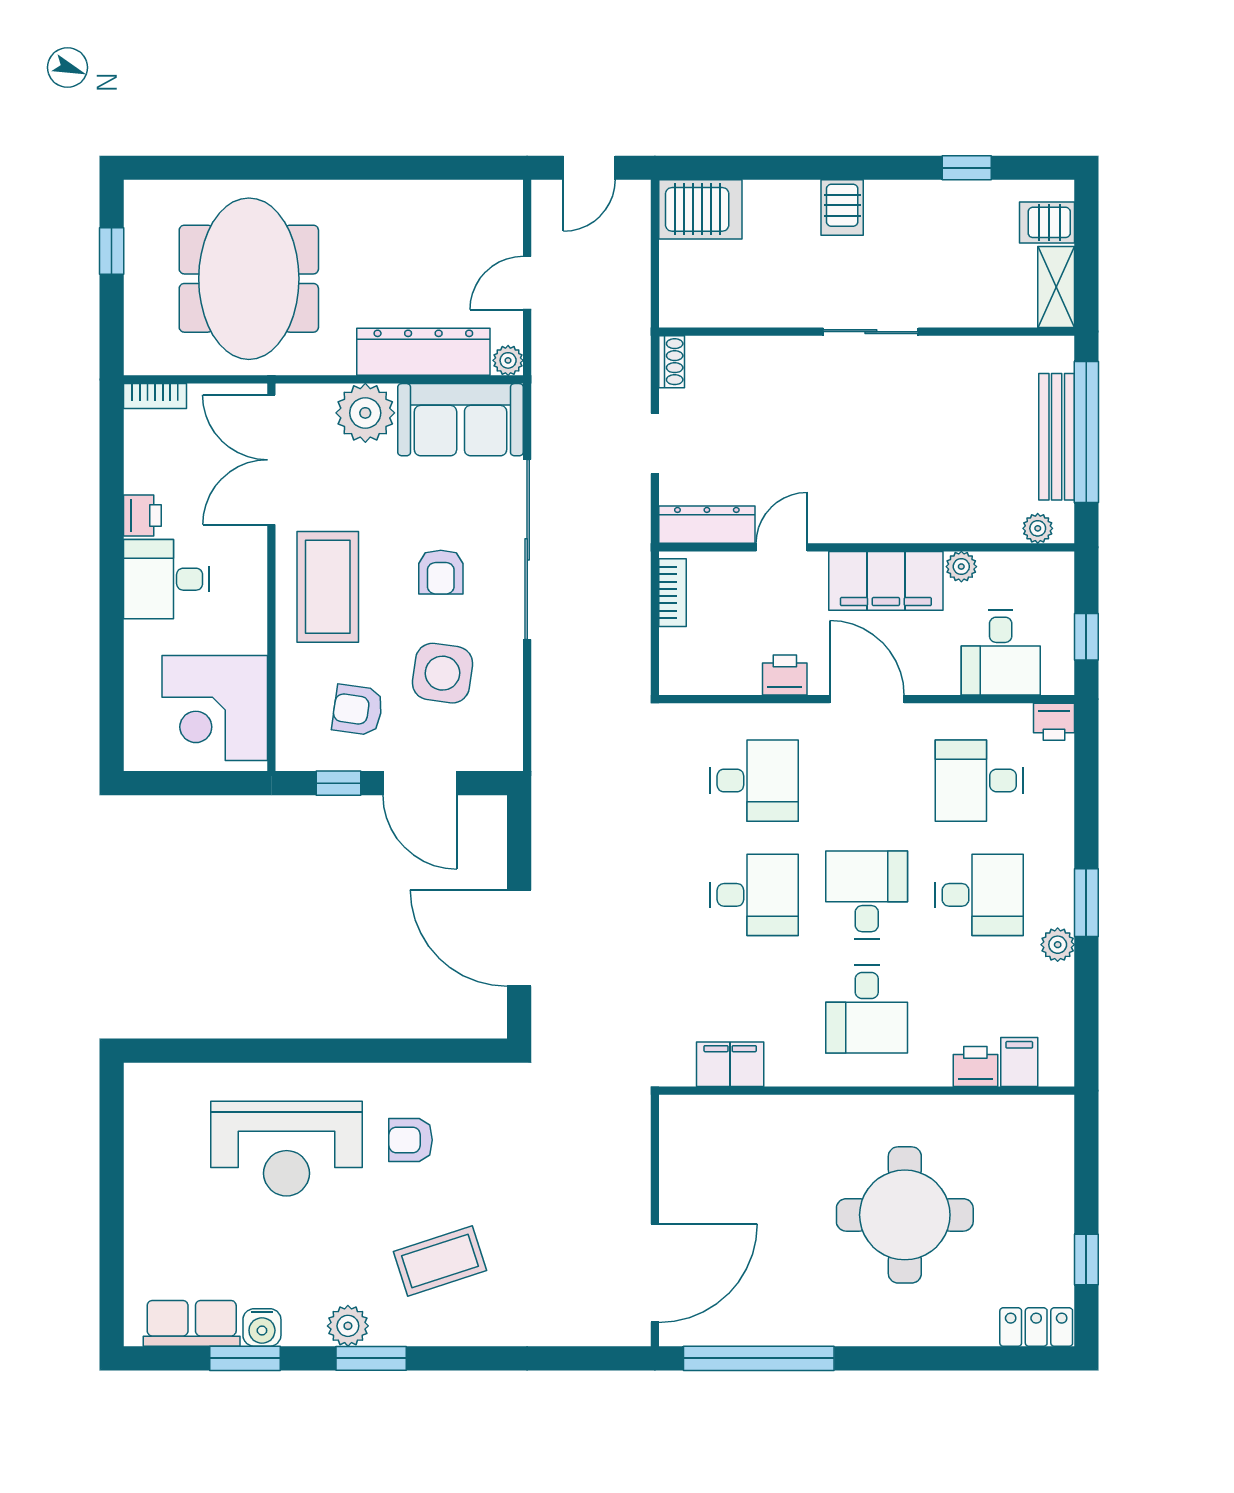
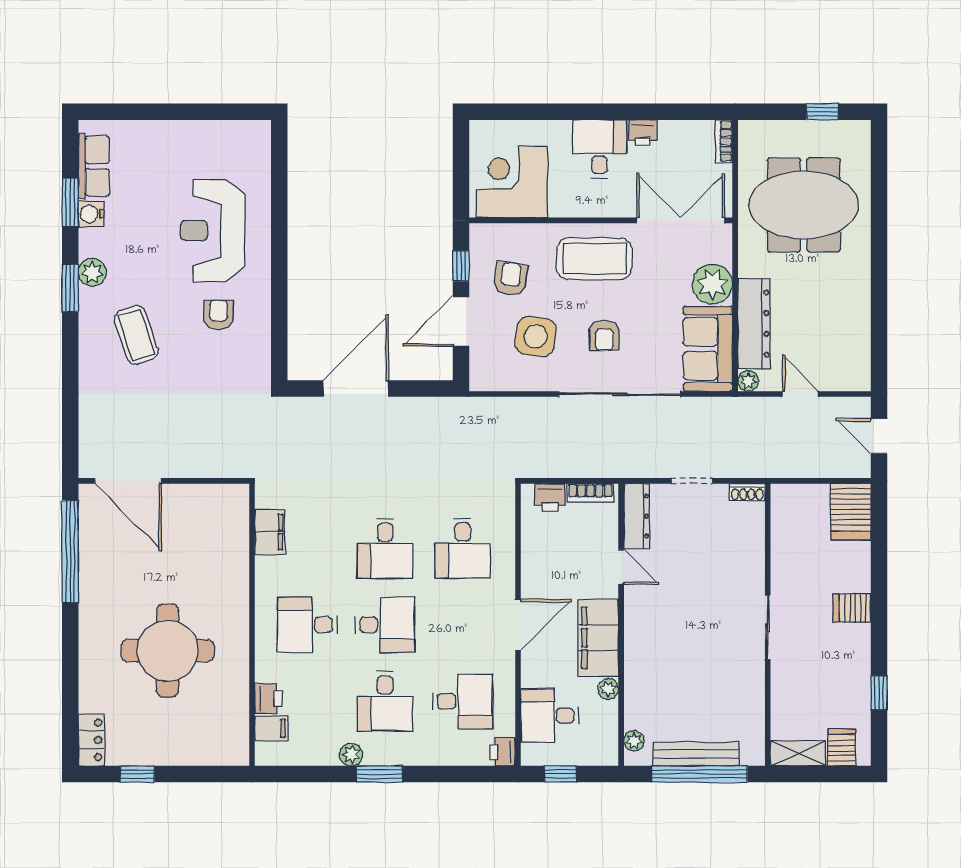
armchair: (441, 572) -> (604, 335), turned -90
printer: (785, 675) -> (550, 497), moved, turned 90
desk: (979, 781) -> (463, 701), turned 90

